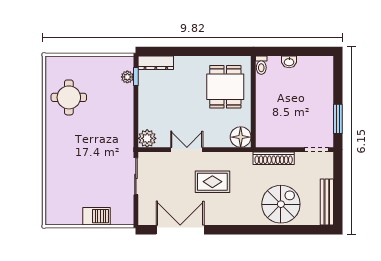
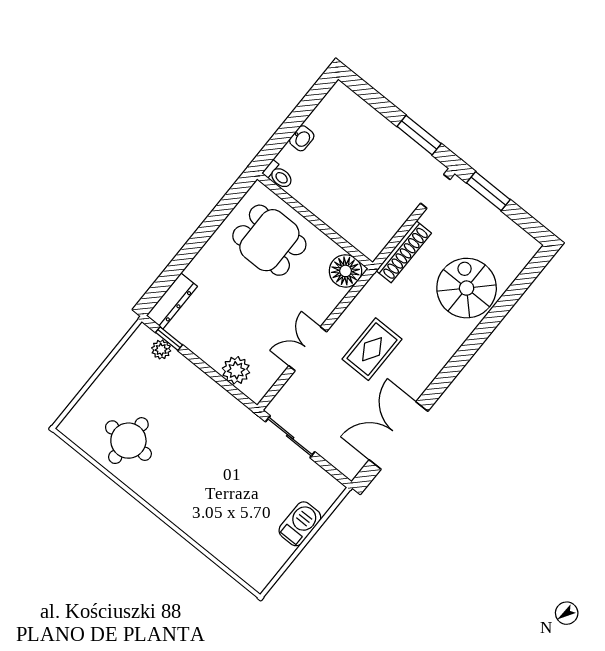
plant: (147, 138) -> (236, 370), moved
window: (338, 176) -> (488, 191), added
bench: (327, 202) -> (509, 230), removed

